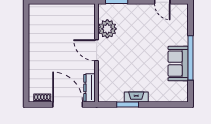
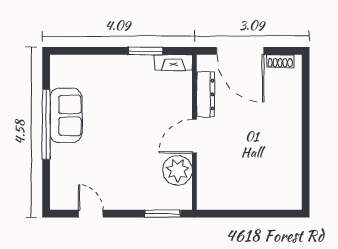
door: (97, 50) -> (194, 136), swing flipped
dresser: (90, 88) -> (206, 94), moved
fireplace: (136, 97) -> (173, 63), moved

